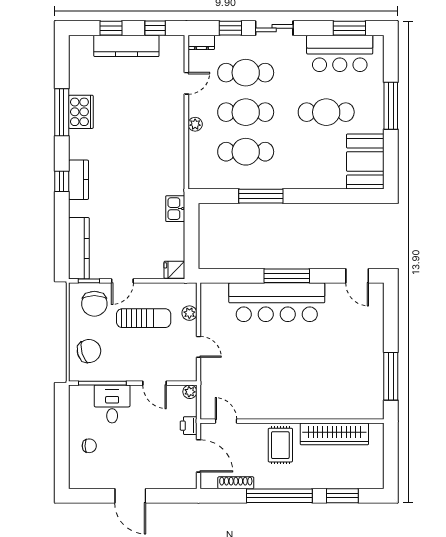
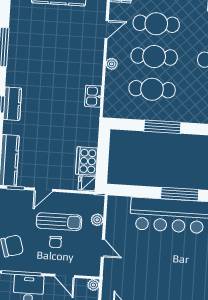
cooker: (81, 112) -> (87, 161), moved, turned 180
kitchen sink: (175, 209) -> (93, 96), moved
chair: (94, 304) -> (55, 242), moved, width x0.54, depth x0.54

